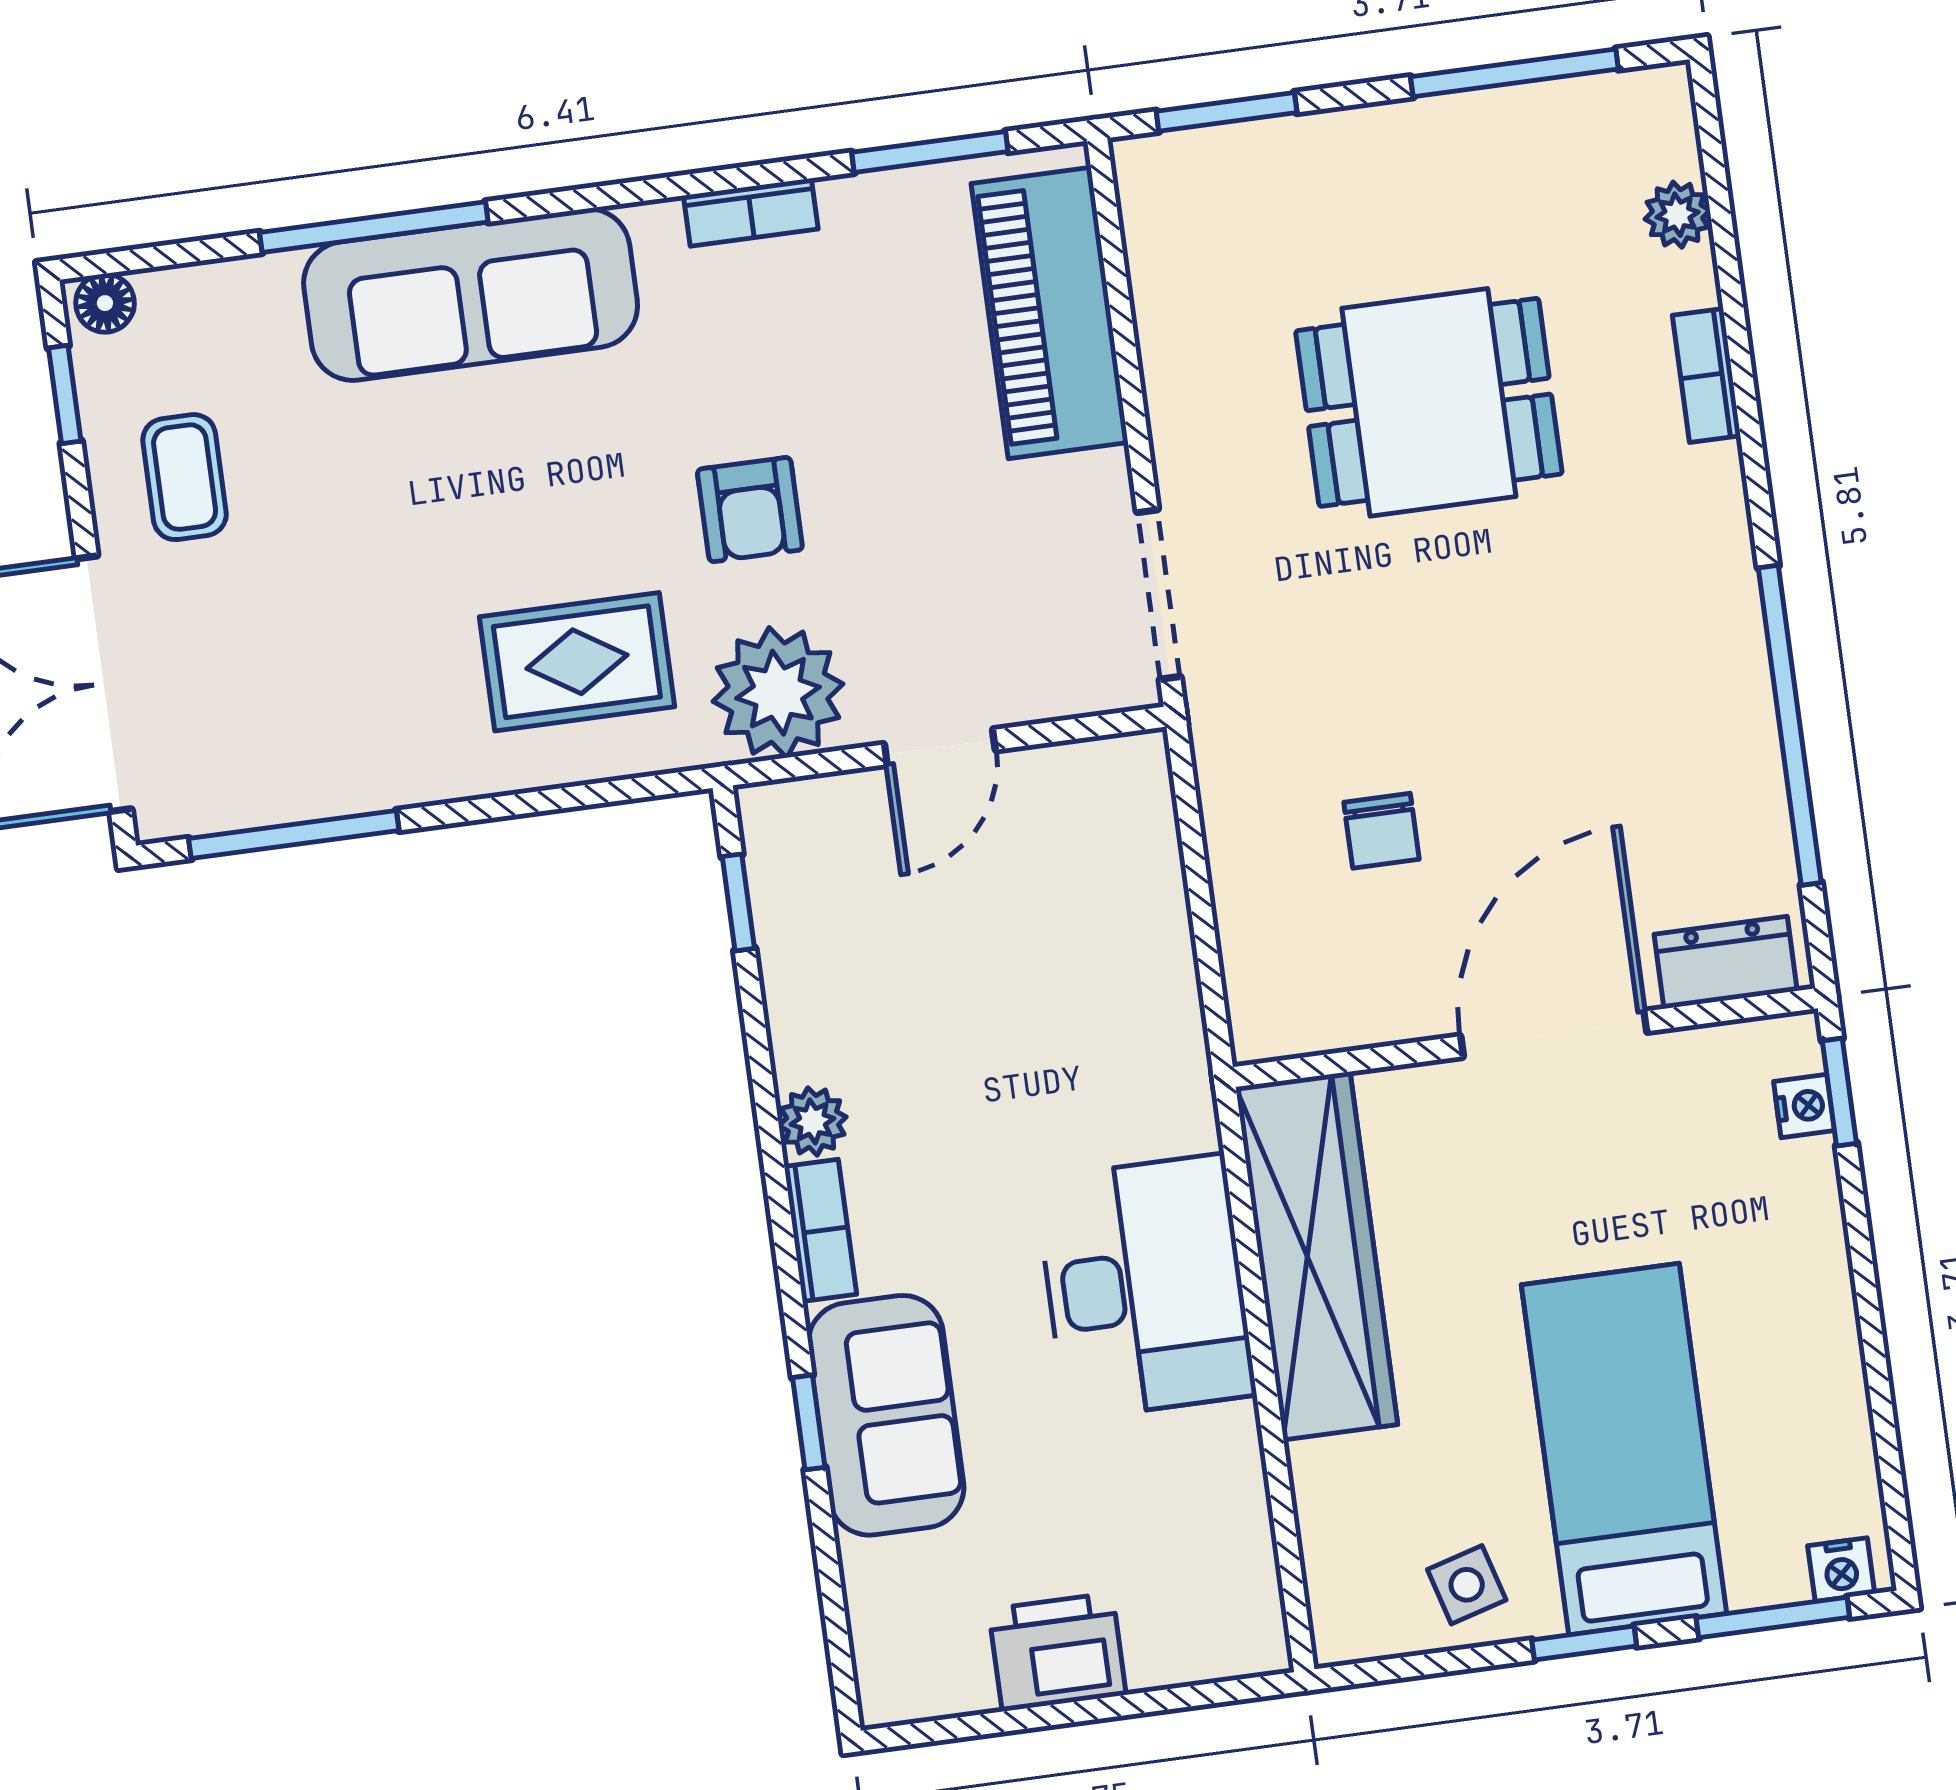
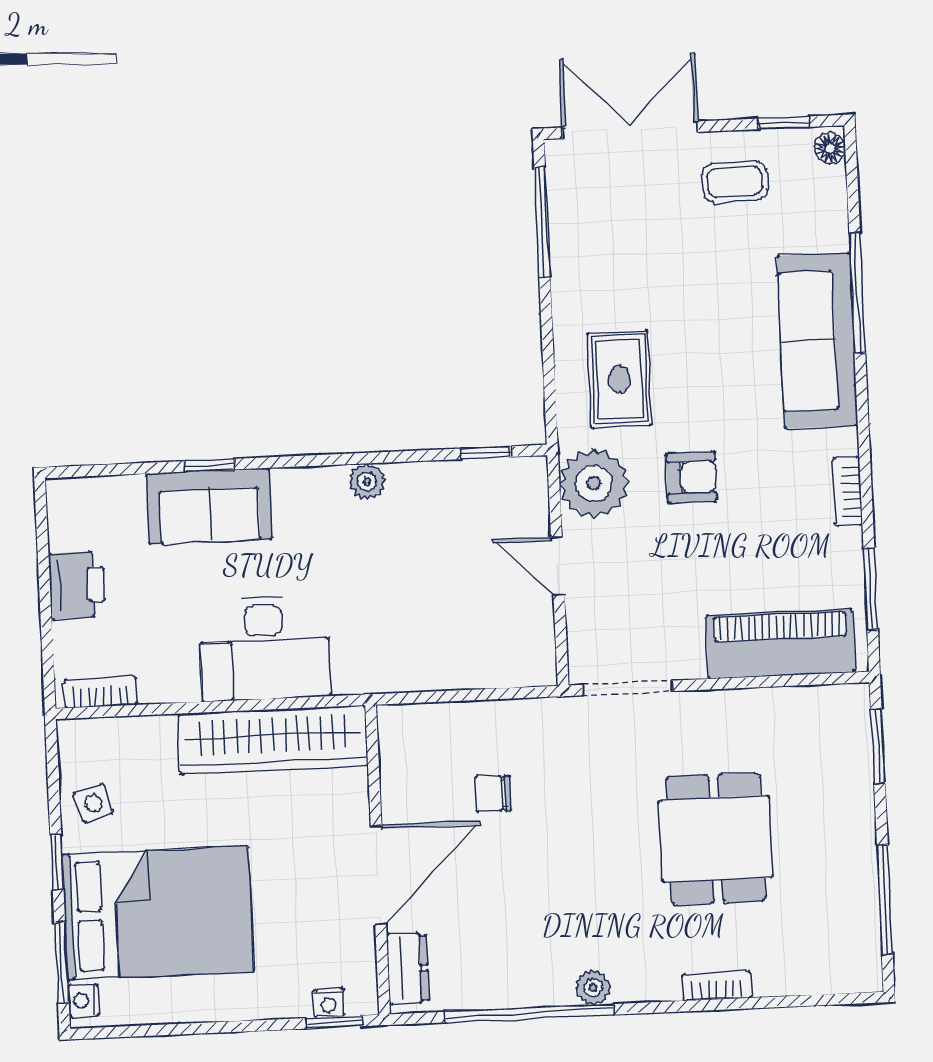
plant: (1677, 215) -> (593, 988), moved
armchair: (750, 510) -> (691, 477), turned 180
door: (1554, 1034) -> (378, 875), hinge flipped
bookcase: (820, 1230) -> (100, 692), moved, turned 180
bed: (1624, 1449) -> (158, 913), width x1.50

